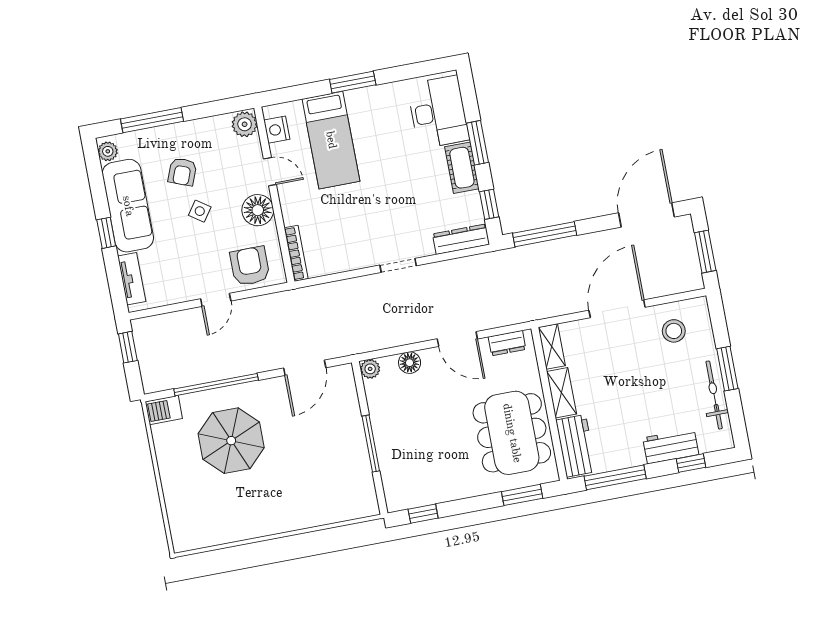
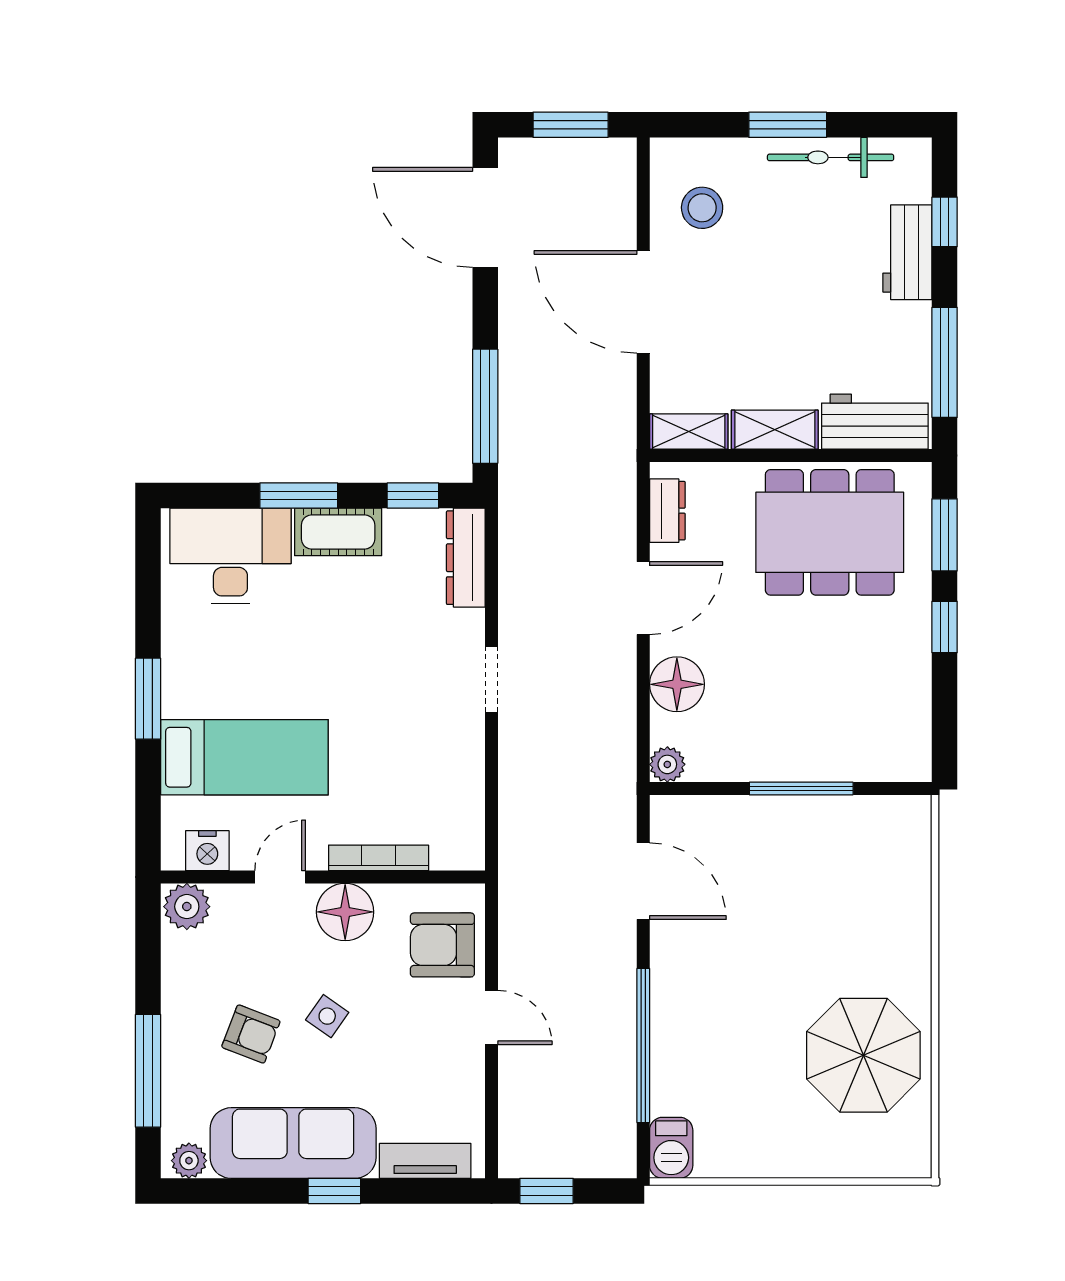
bookcase: (296, 253) -> (379, 858), moved
floor lamp: (410, 363) -> (677, 684), width x1.38, depth x1.38
parasol: (231, 441) -> (863, 1055), moved
window: (423, 514) -> (945, 627), moved

